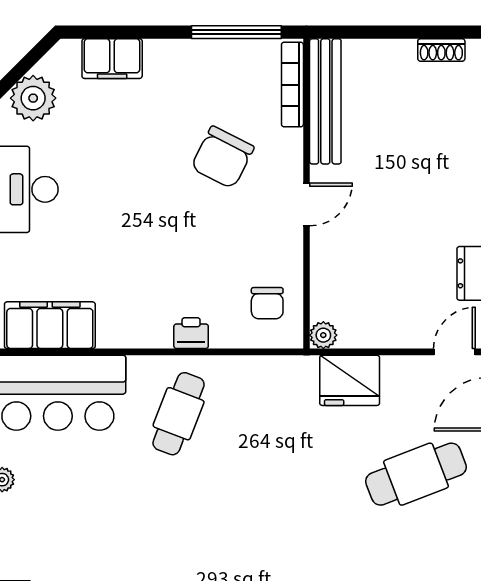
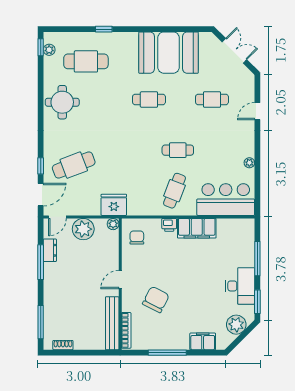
window: (236, 32) -> (167, 353), moved
plant: (394, 323) -> (83, 229), added
filing cabinet: (50, 325) -> (197, 228), moved
fridge: (350, 380) -> (114, 205), moved
cafe table: (171, 509) -> (178, 150), added

